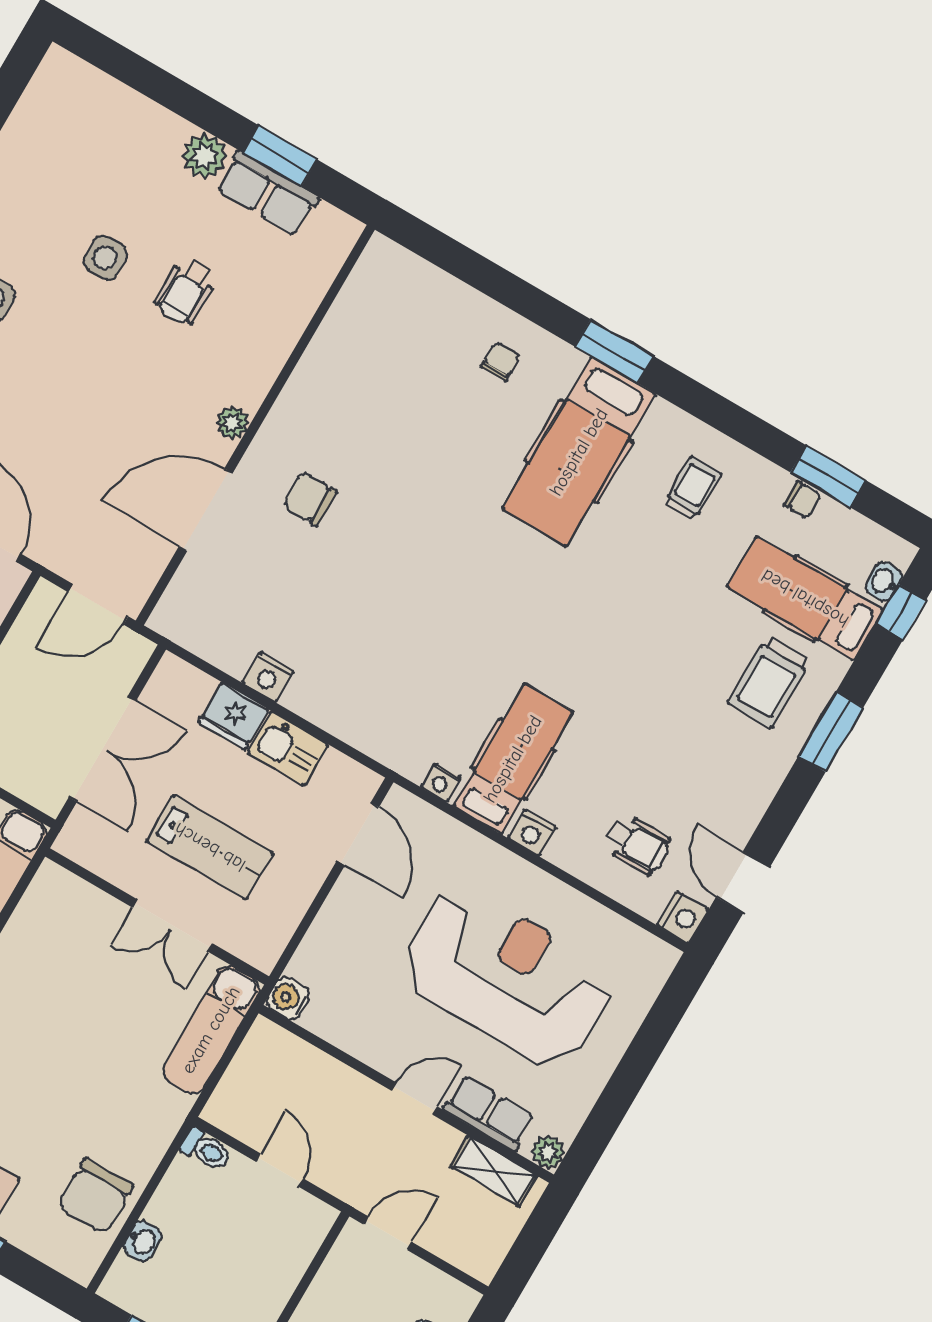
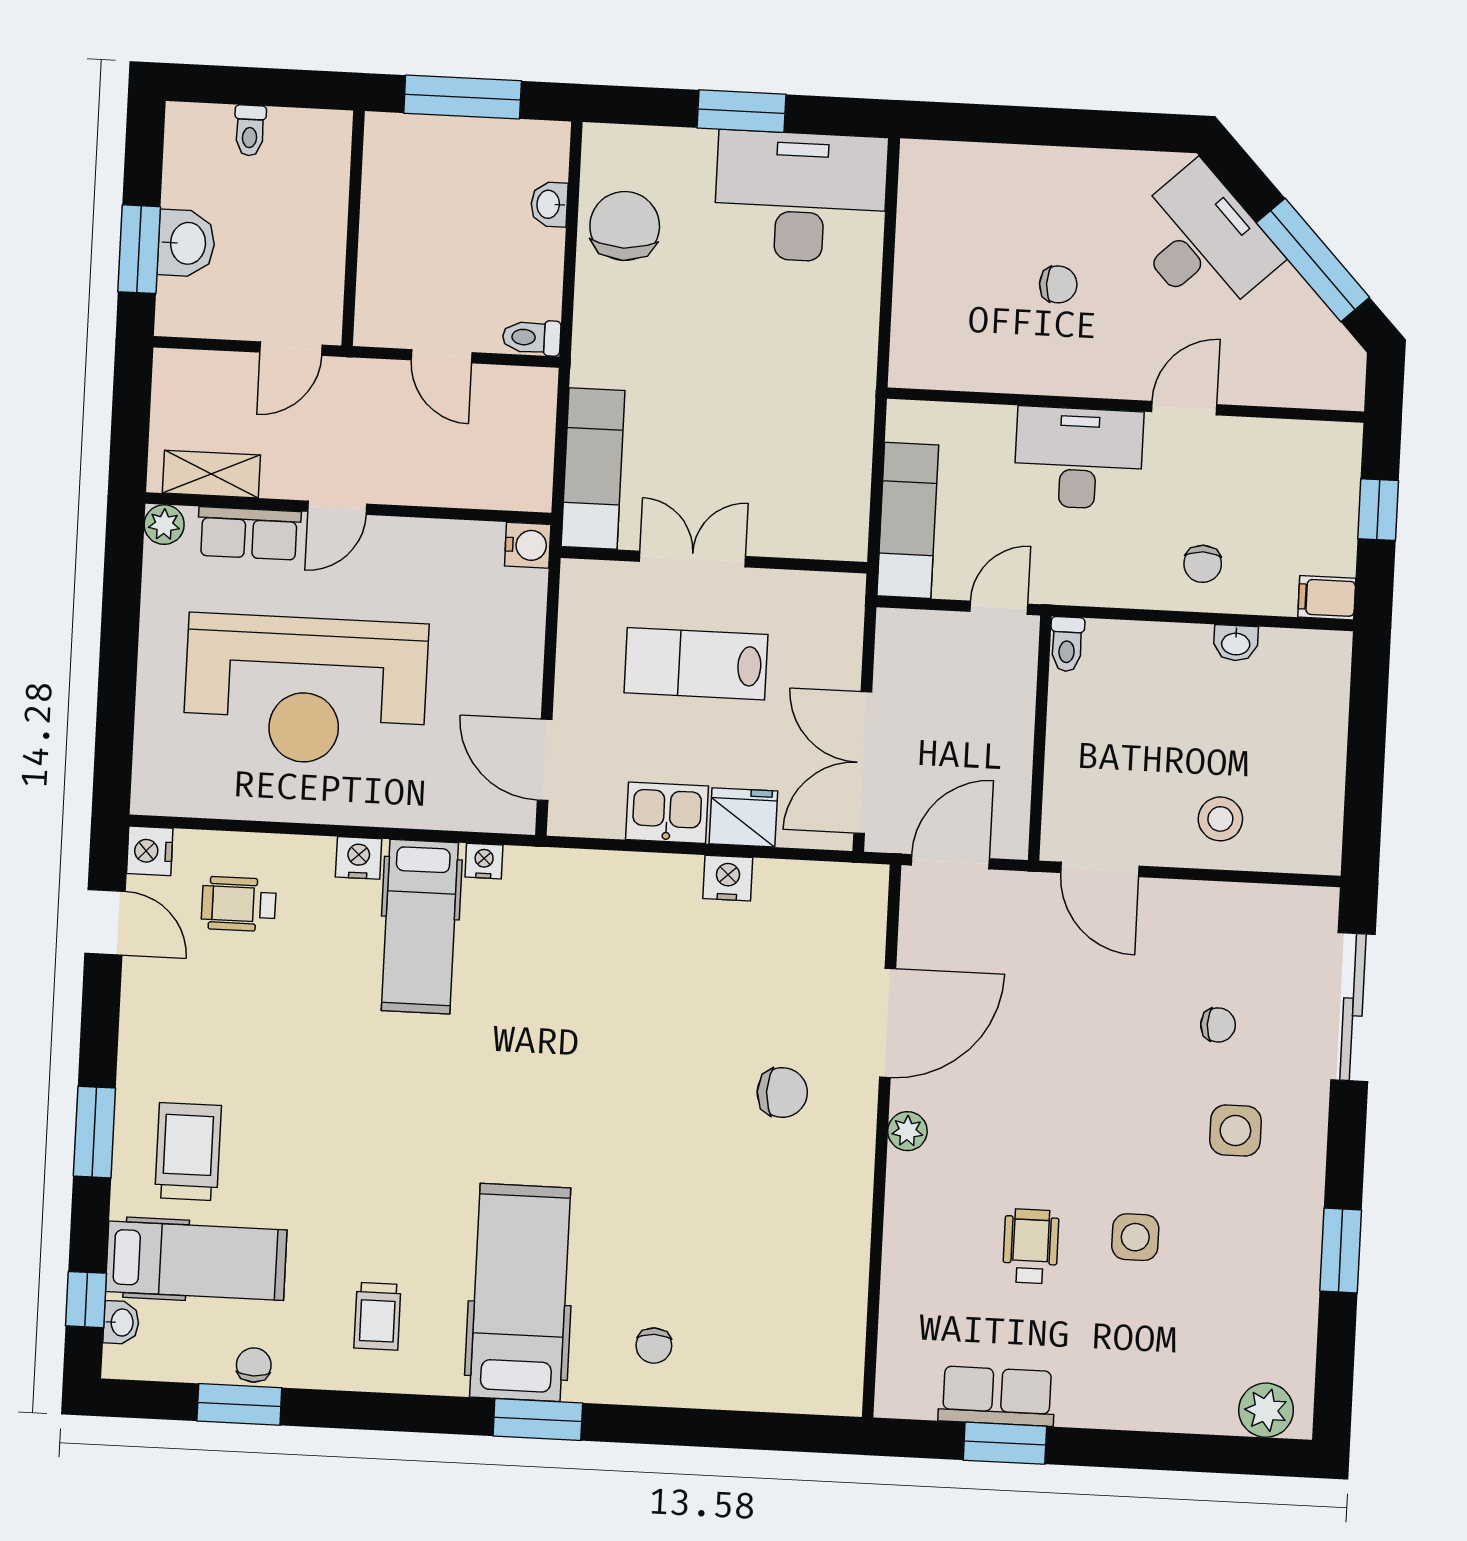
plant: (204, 156) -> (1266, 1410), moved
chair: (802, 500) -> (254, 1365), turned 90
double door: (102, 749) -> (863, 763), moved

